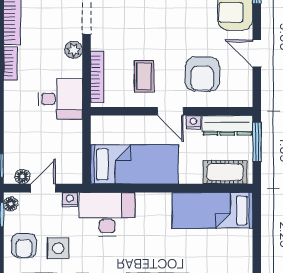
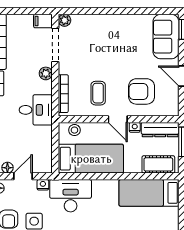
armchair: (202, 74) -> (142, 91), turned 90
stool: (112, 126) -> (74, 130), added

